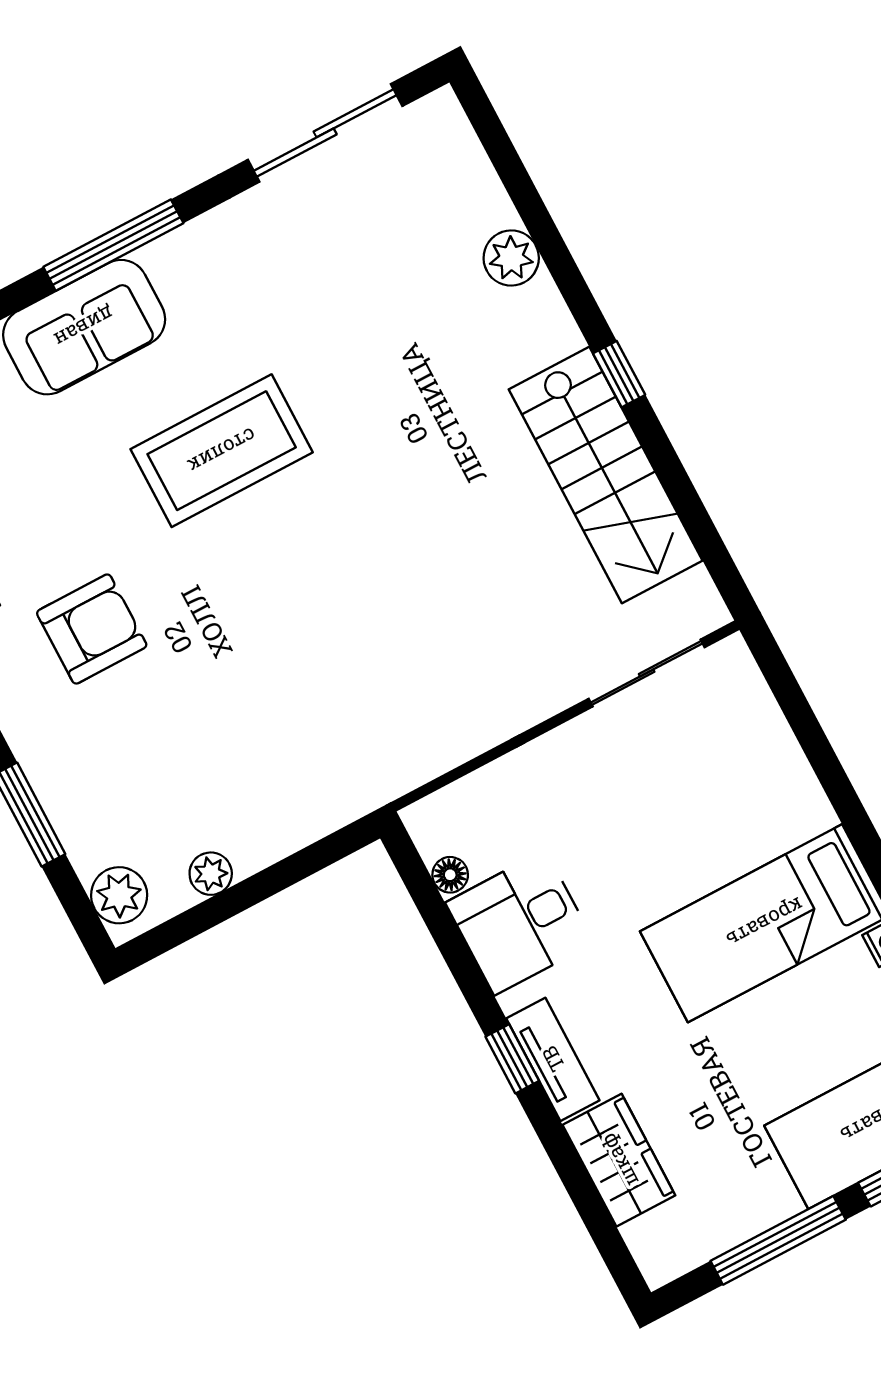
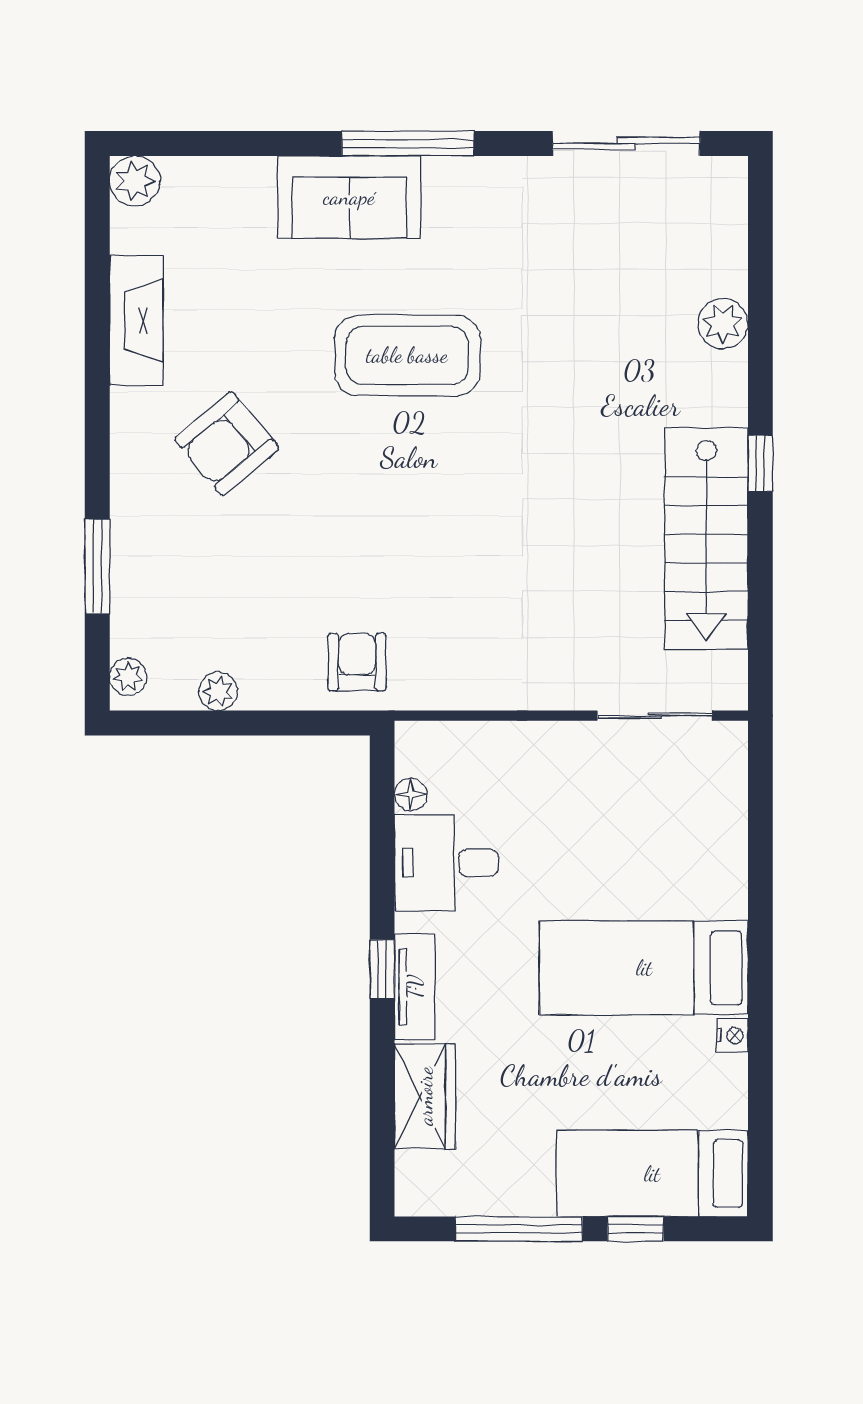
armchair: (92, 629) -> (227, 444), turned 140
armchair: (330, 774) -> (357, 662), added
plant: (119, 895) -> (128, 677), width x0.73, depth x0.73

